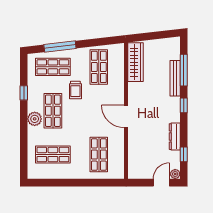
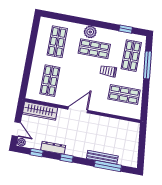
wardrobe: (135, 62) -> (40, 111), moved
window: (24, 93) -> (126, 29), moved
window: (184, 105) -> (67, 158), moved
shop shelf: (99, 155) -> (50, 81), turned 90

